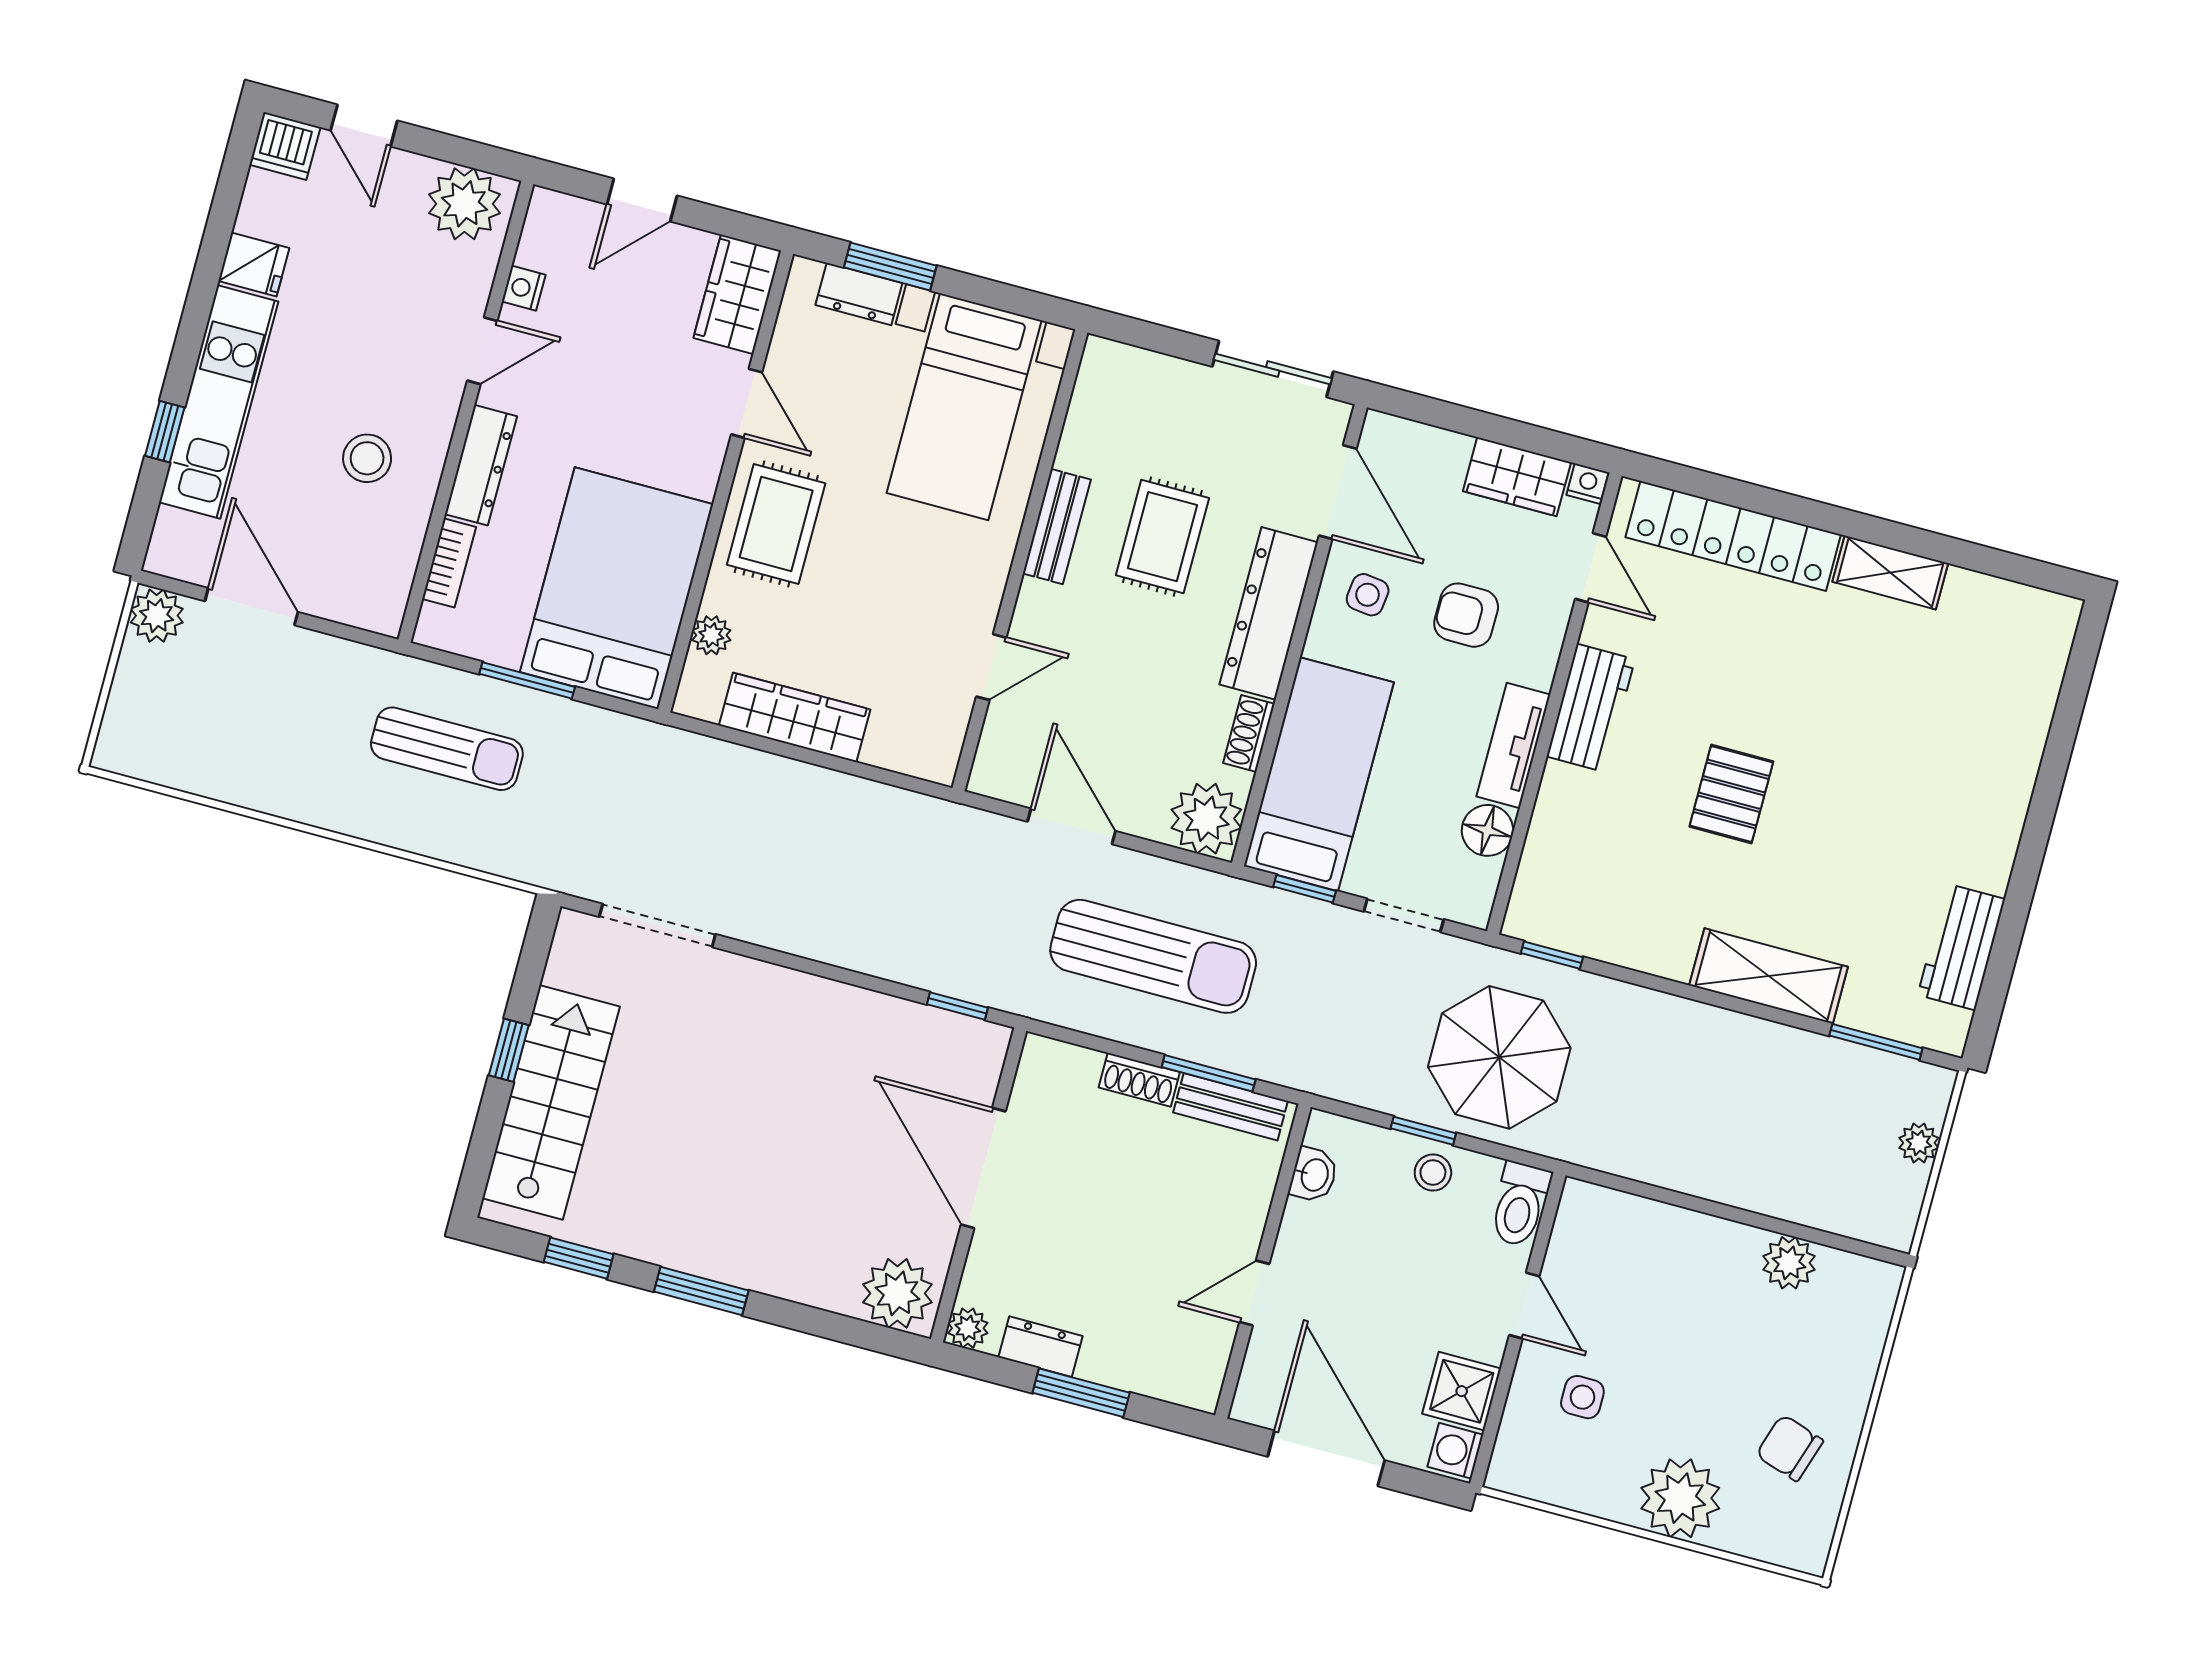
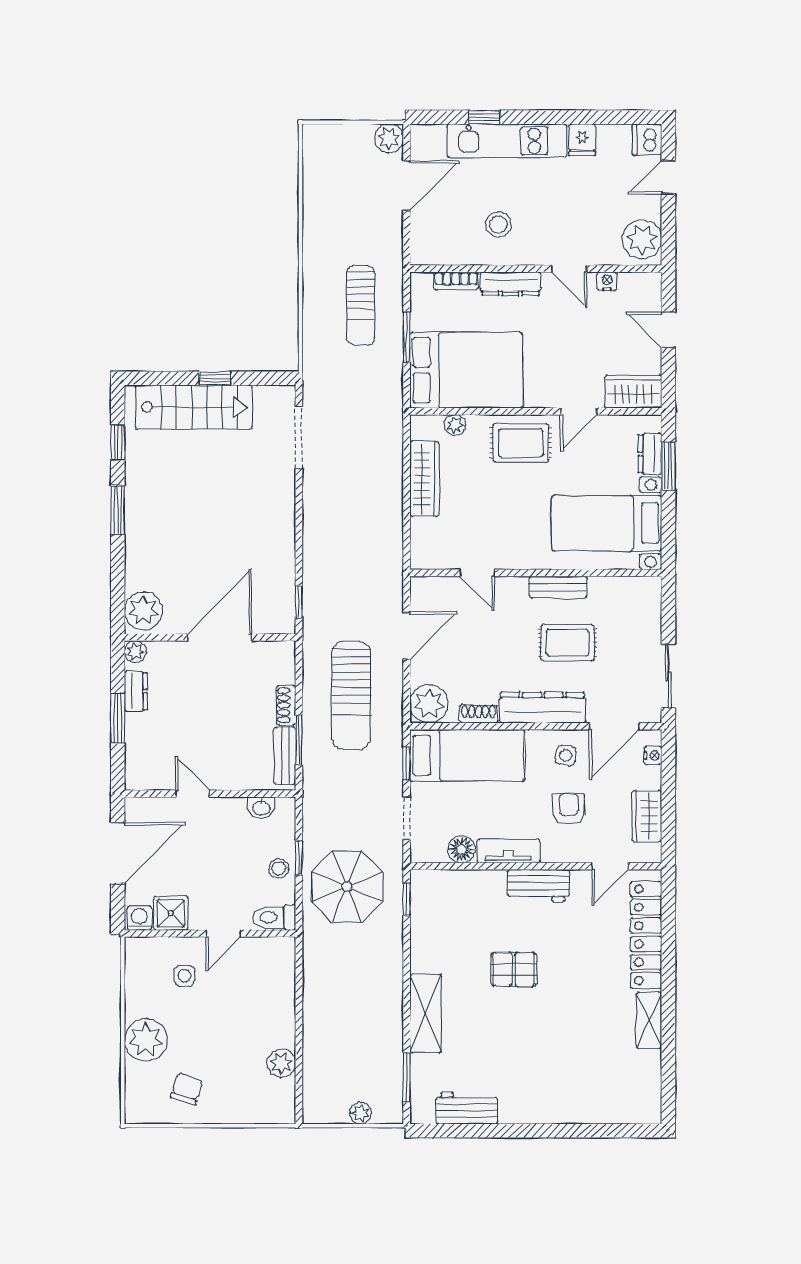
nightstand: (1588, 484) -> (653, 755), moved

